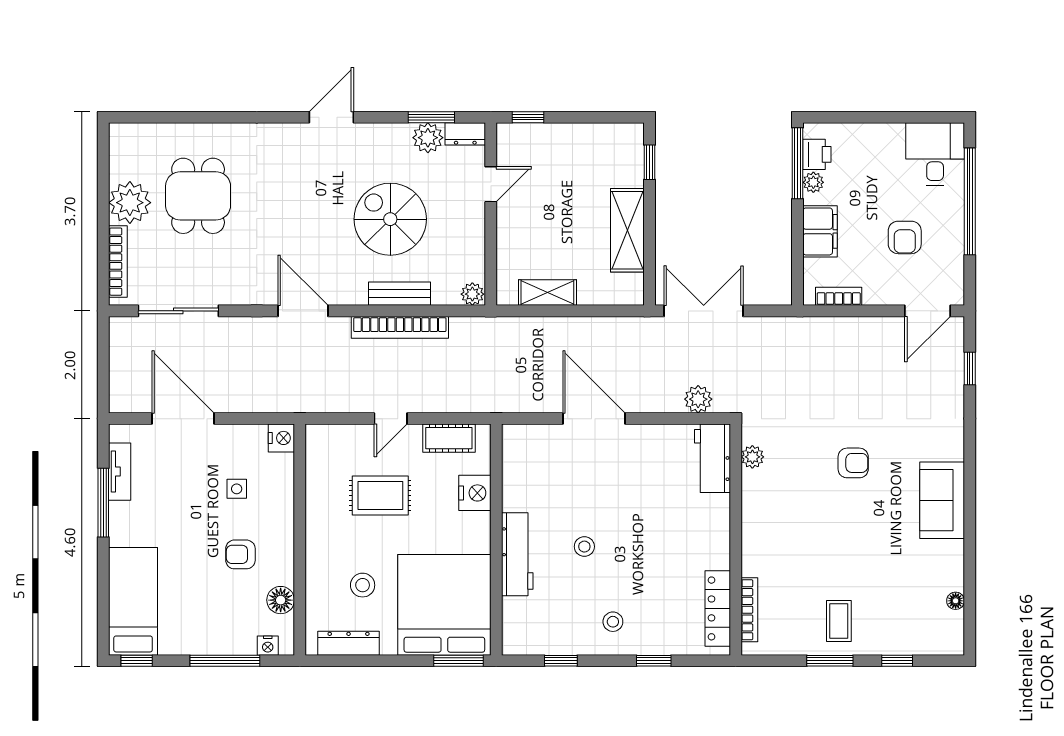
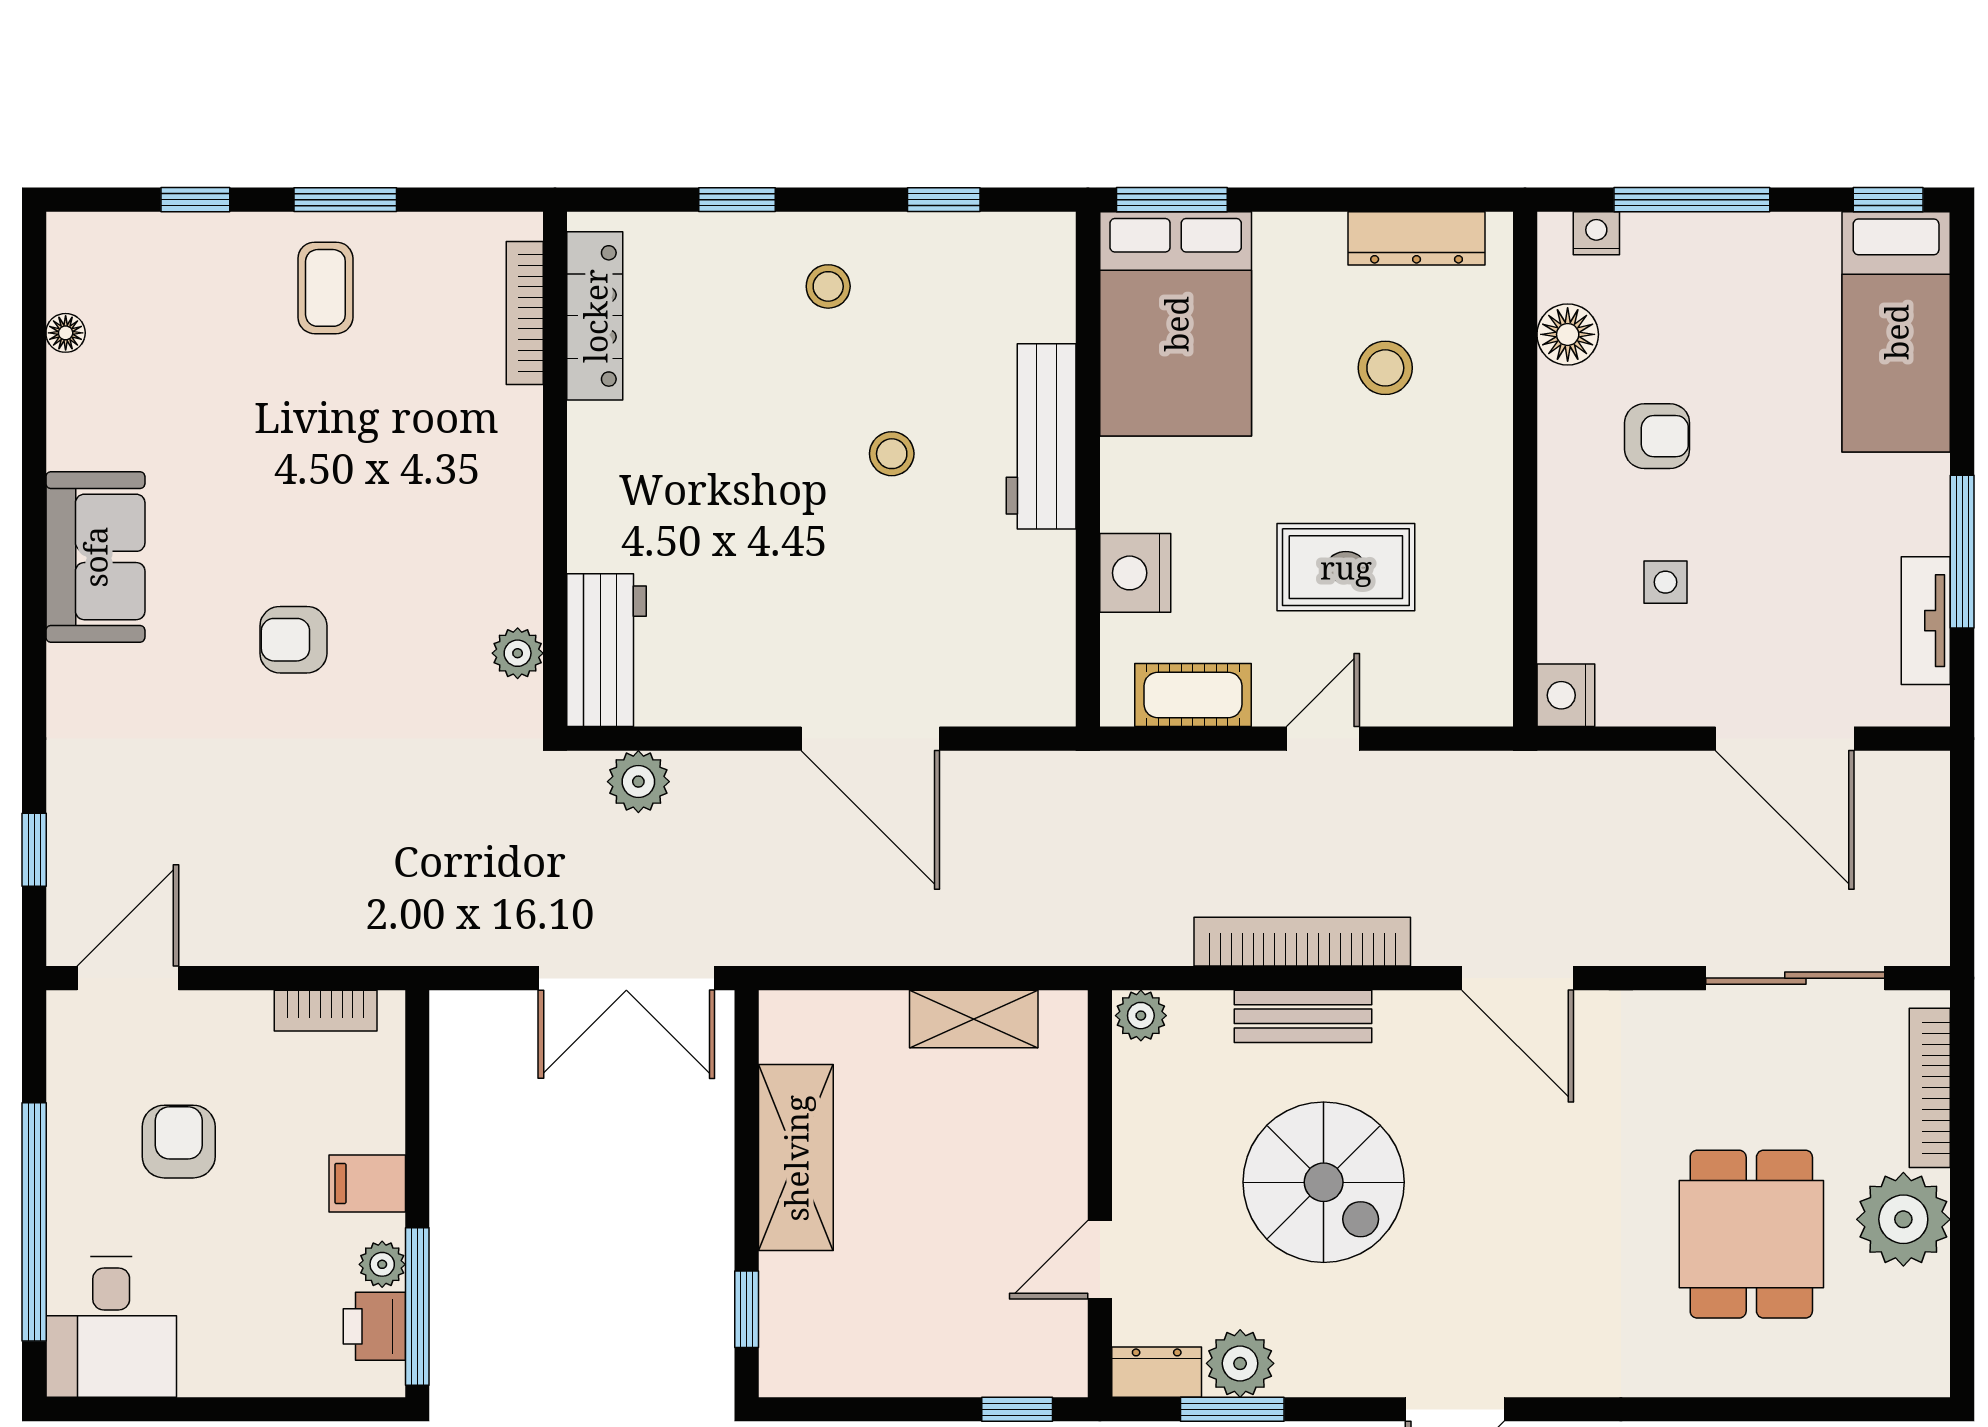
filing cabinet: (820, 231) -> (367, 1183), width x0.50
bed: (444, 605) -> (1176, 324), width x0.73

